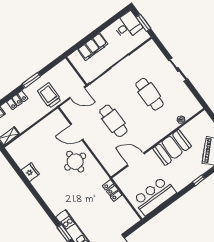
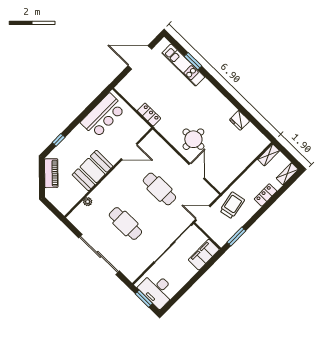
desk: (128, 26) -> (157, 290), width x1.37
filing cabinet: (93, 47) -> (204, 255), moved
sliding door: (178, 70) -> (99, 254), width x1.86
window: (31, 80) -> (236, 237), moved
trolley: (49, 95) -> (232, 205), turned -101
door: (77, 132) -> (197, 171), hinge flipped

